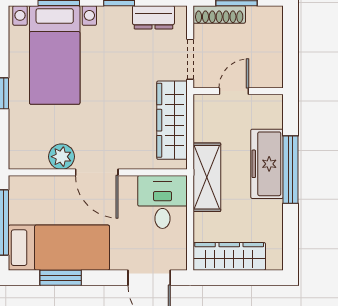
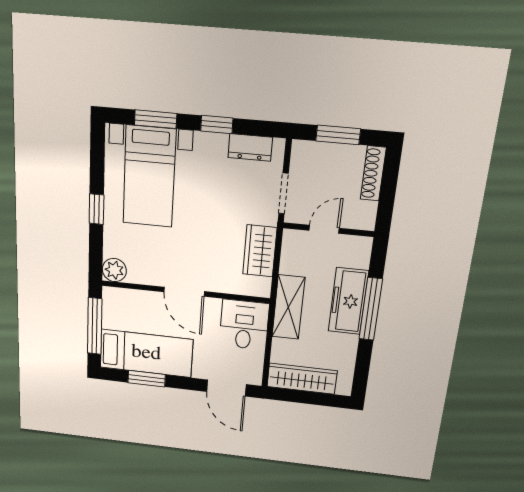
shoe rack: (219, 14) -> (373, 173), moved, turned 90
wardrobe: (172, 120) -> (260, 251), width x0.67
plant: (61, 157) -> (114, 270), moved

